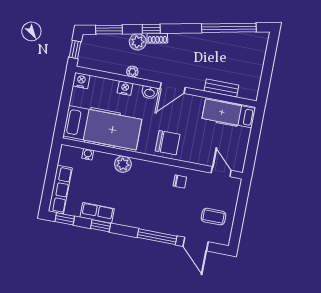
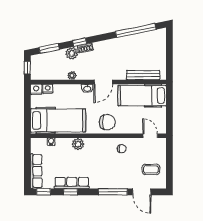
nightstand: (125, 88) -> (48, 89), moved
bench: (221, 88) -> (143, 75), width x1.36
hospital bed: (229, 113) -> (142, 96), width x1.37, depth x1.29
row of seats: (97, 213) -> (72, 183), width x1.48

